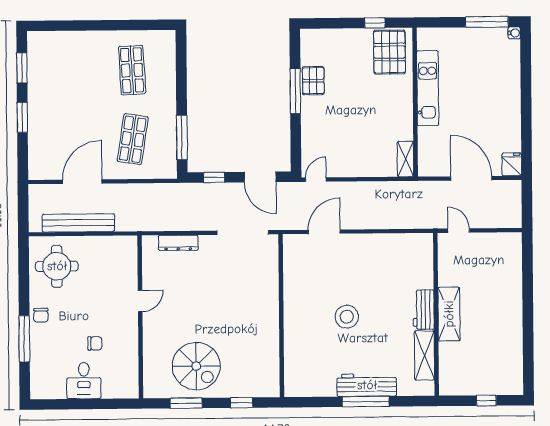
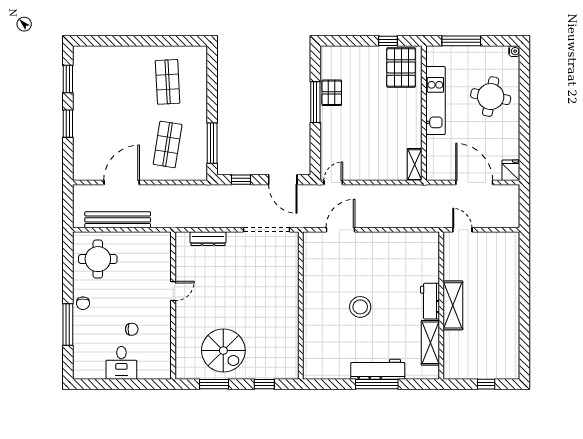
window: (487, 22) -> (461, 41), moved
round table: (489, 83) -> (491, 97), added

